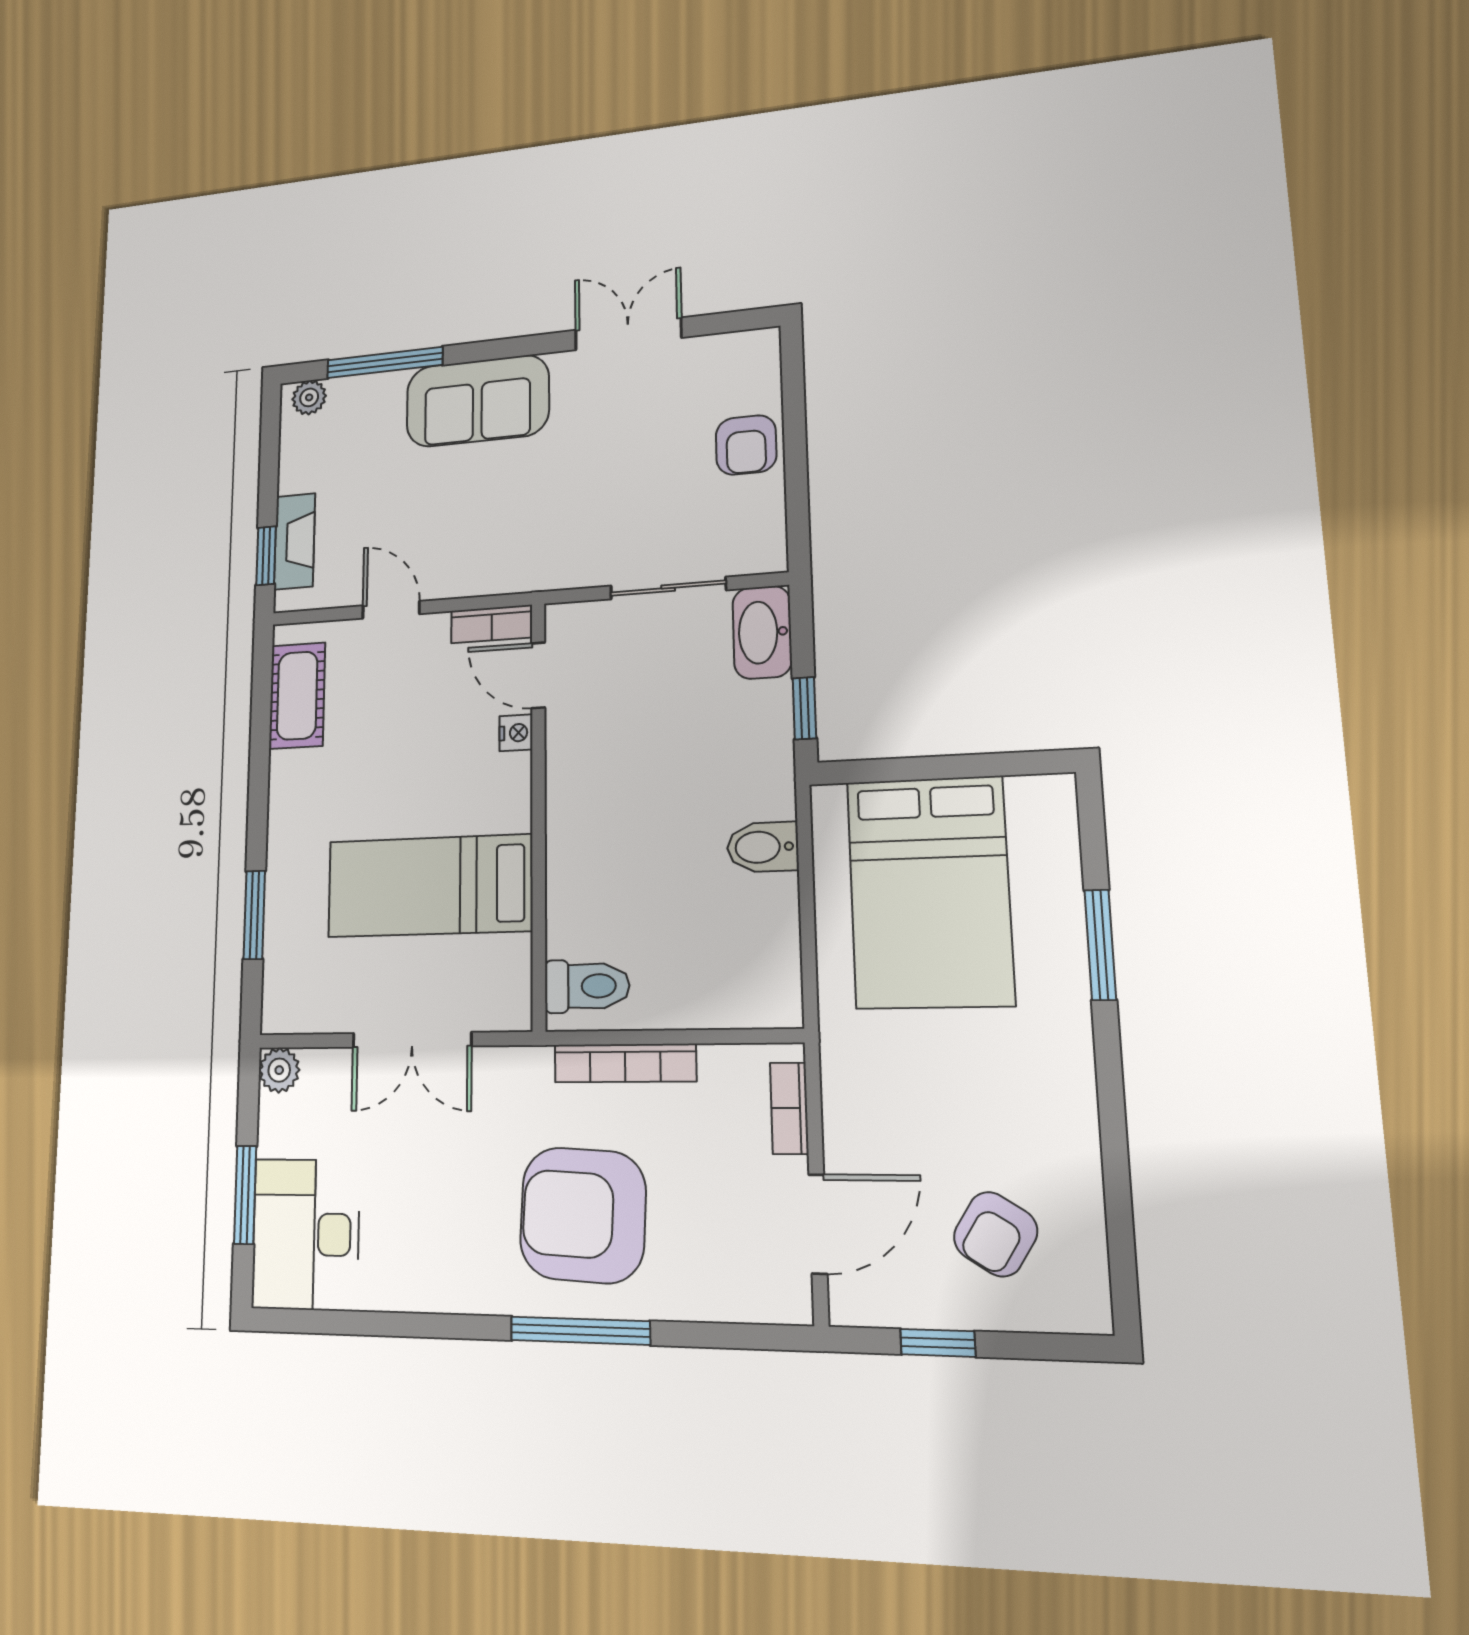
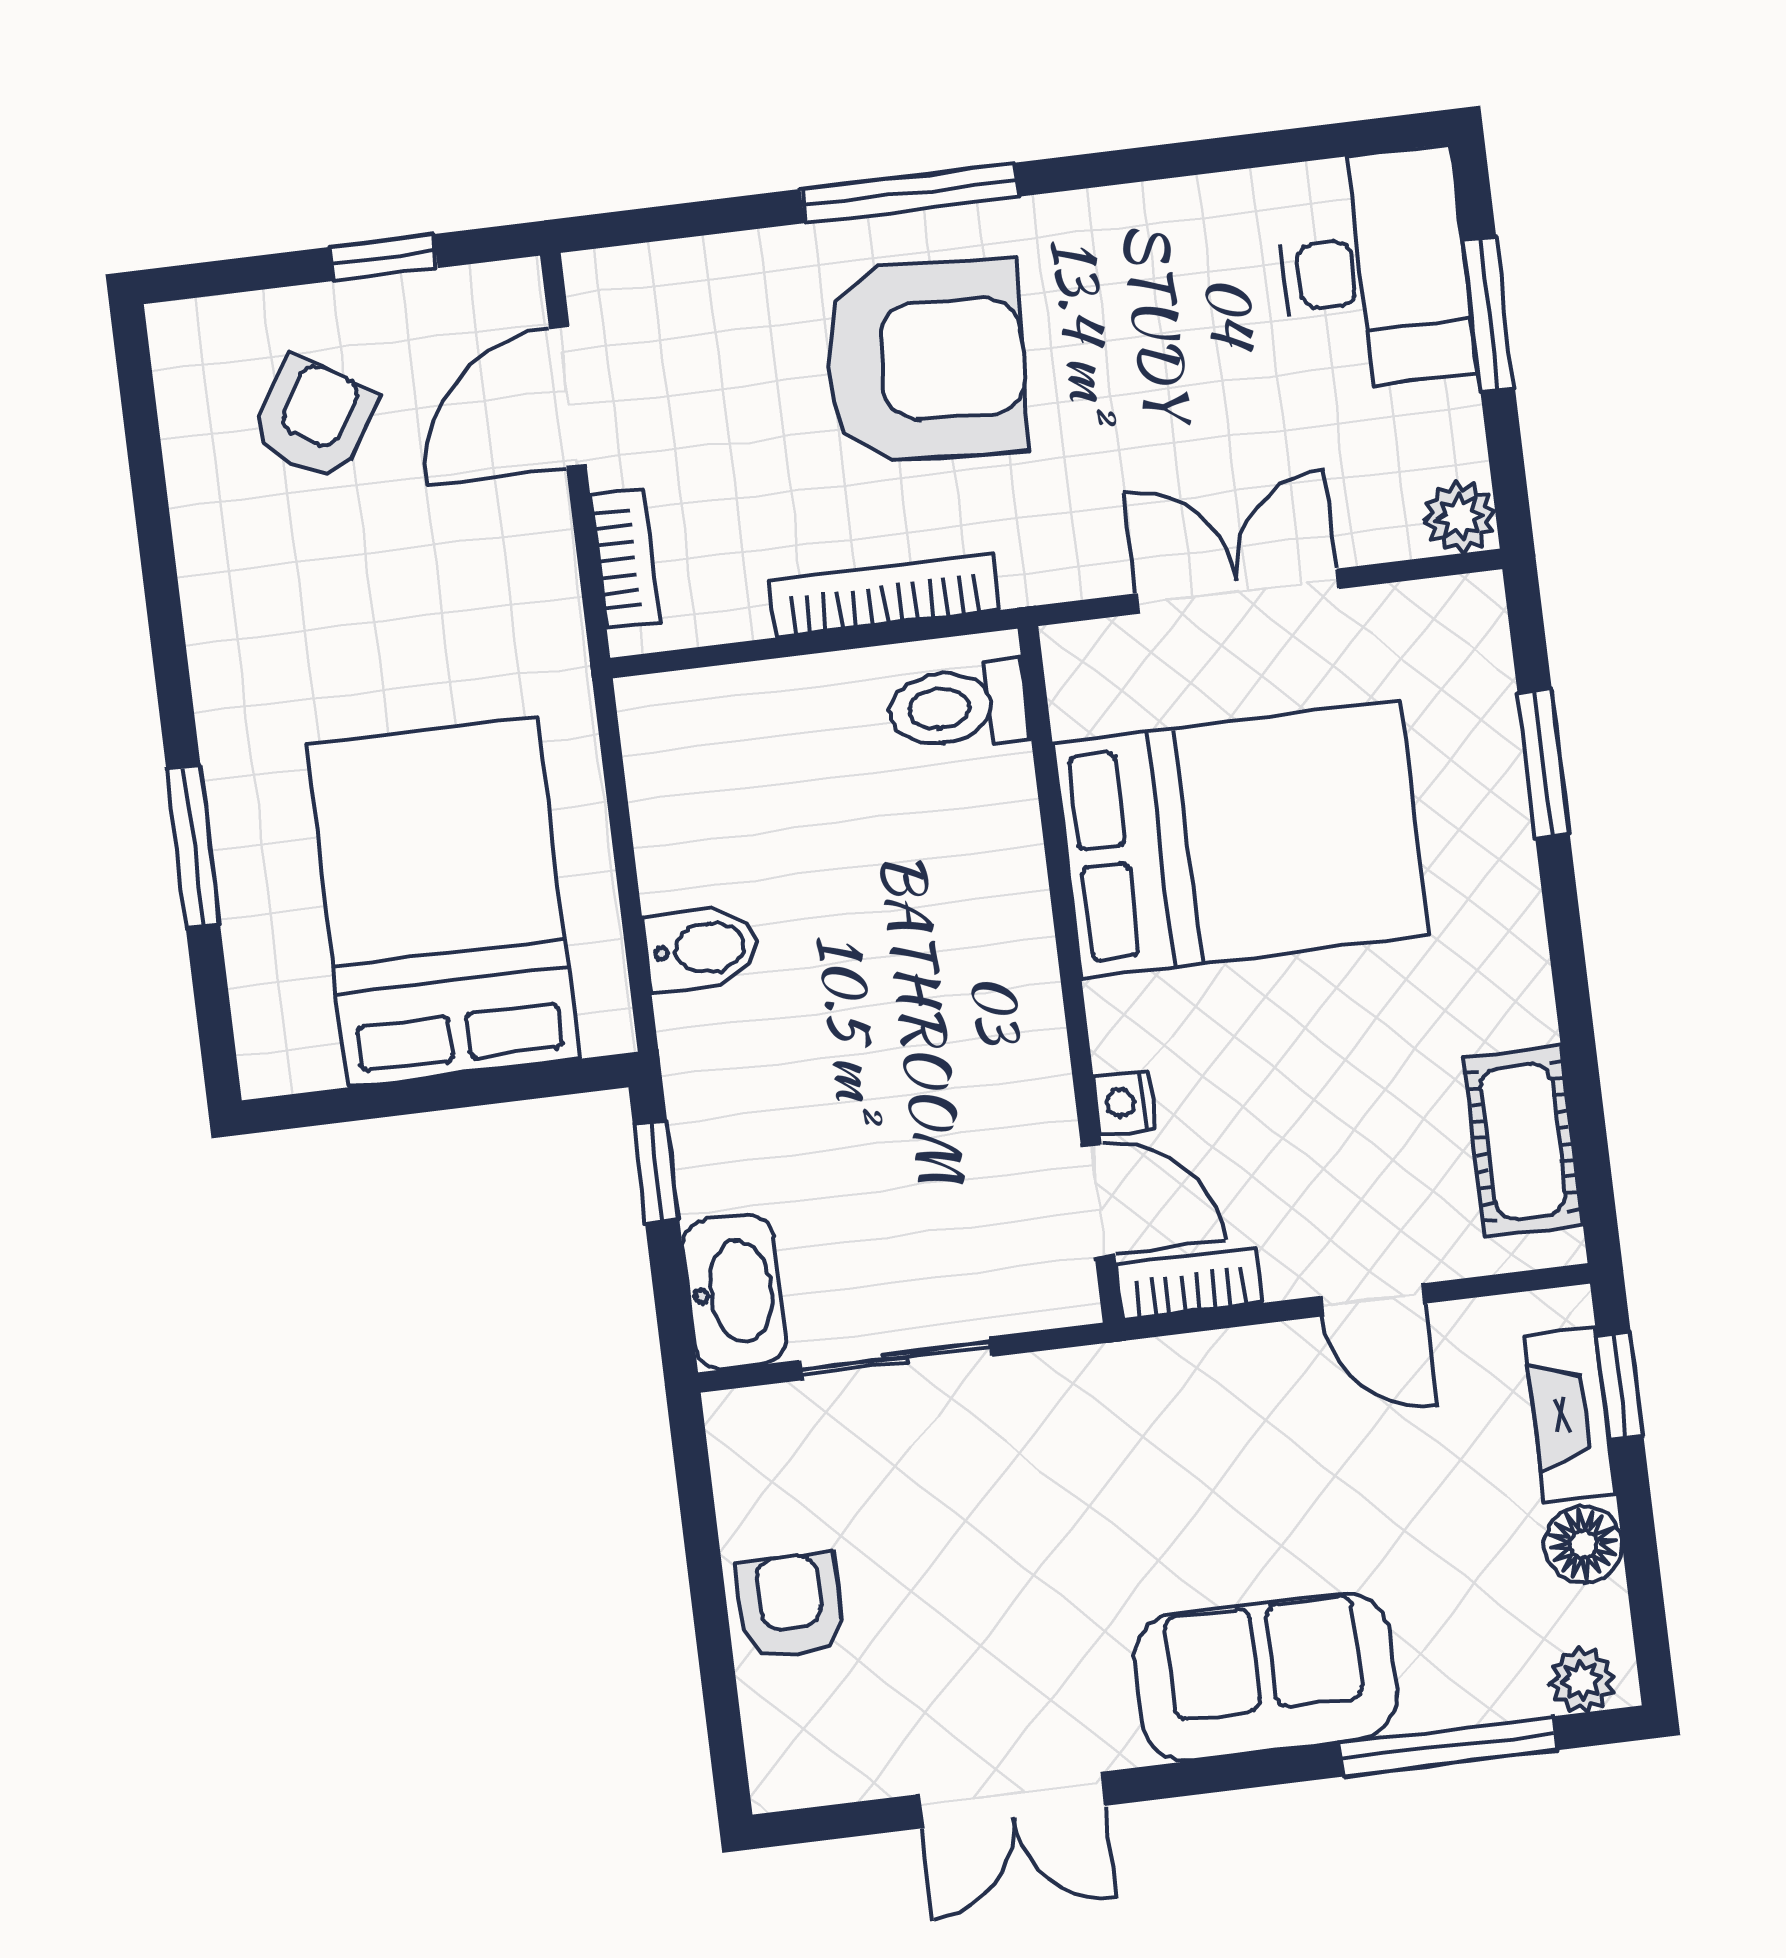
floor lamp: (298, 470) -> (1583, 1544), added
bed: (429, 886) -> (1241, 840), width x1.50

